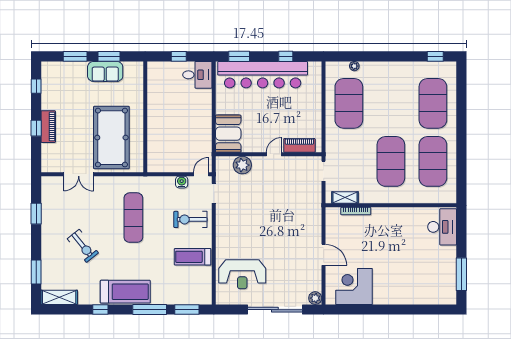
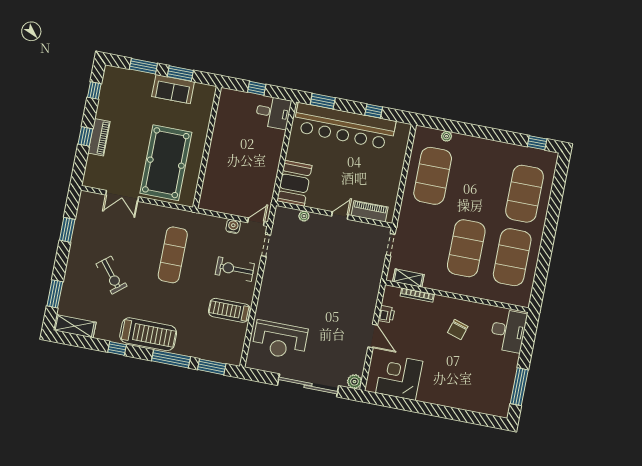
plant: (242, 165) -> (304, 216), width x0.53, depth x0.53
printer: (332, 233) -> (386, 314), added
chair: (397, 235) -> (458, 330), added

